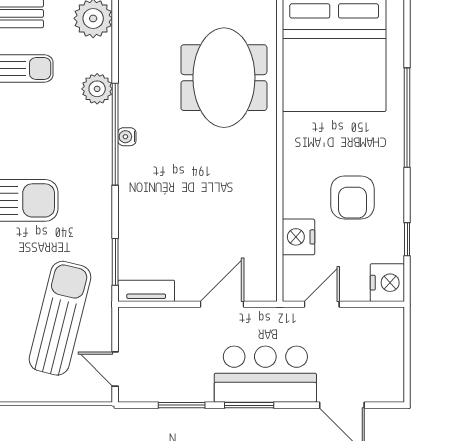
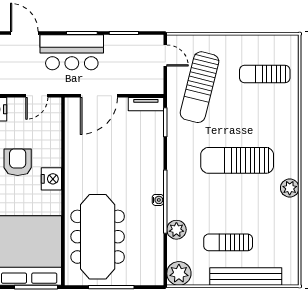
meeting table: (224, 78) -> (98, 237), width x1.36
nightstand: (298, 237) -> (51, 179), moved
door: (222, 304) -> (99, 96), width x1.36

